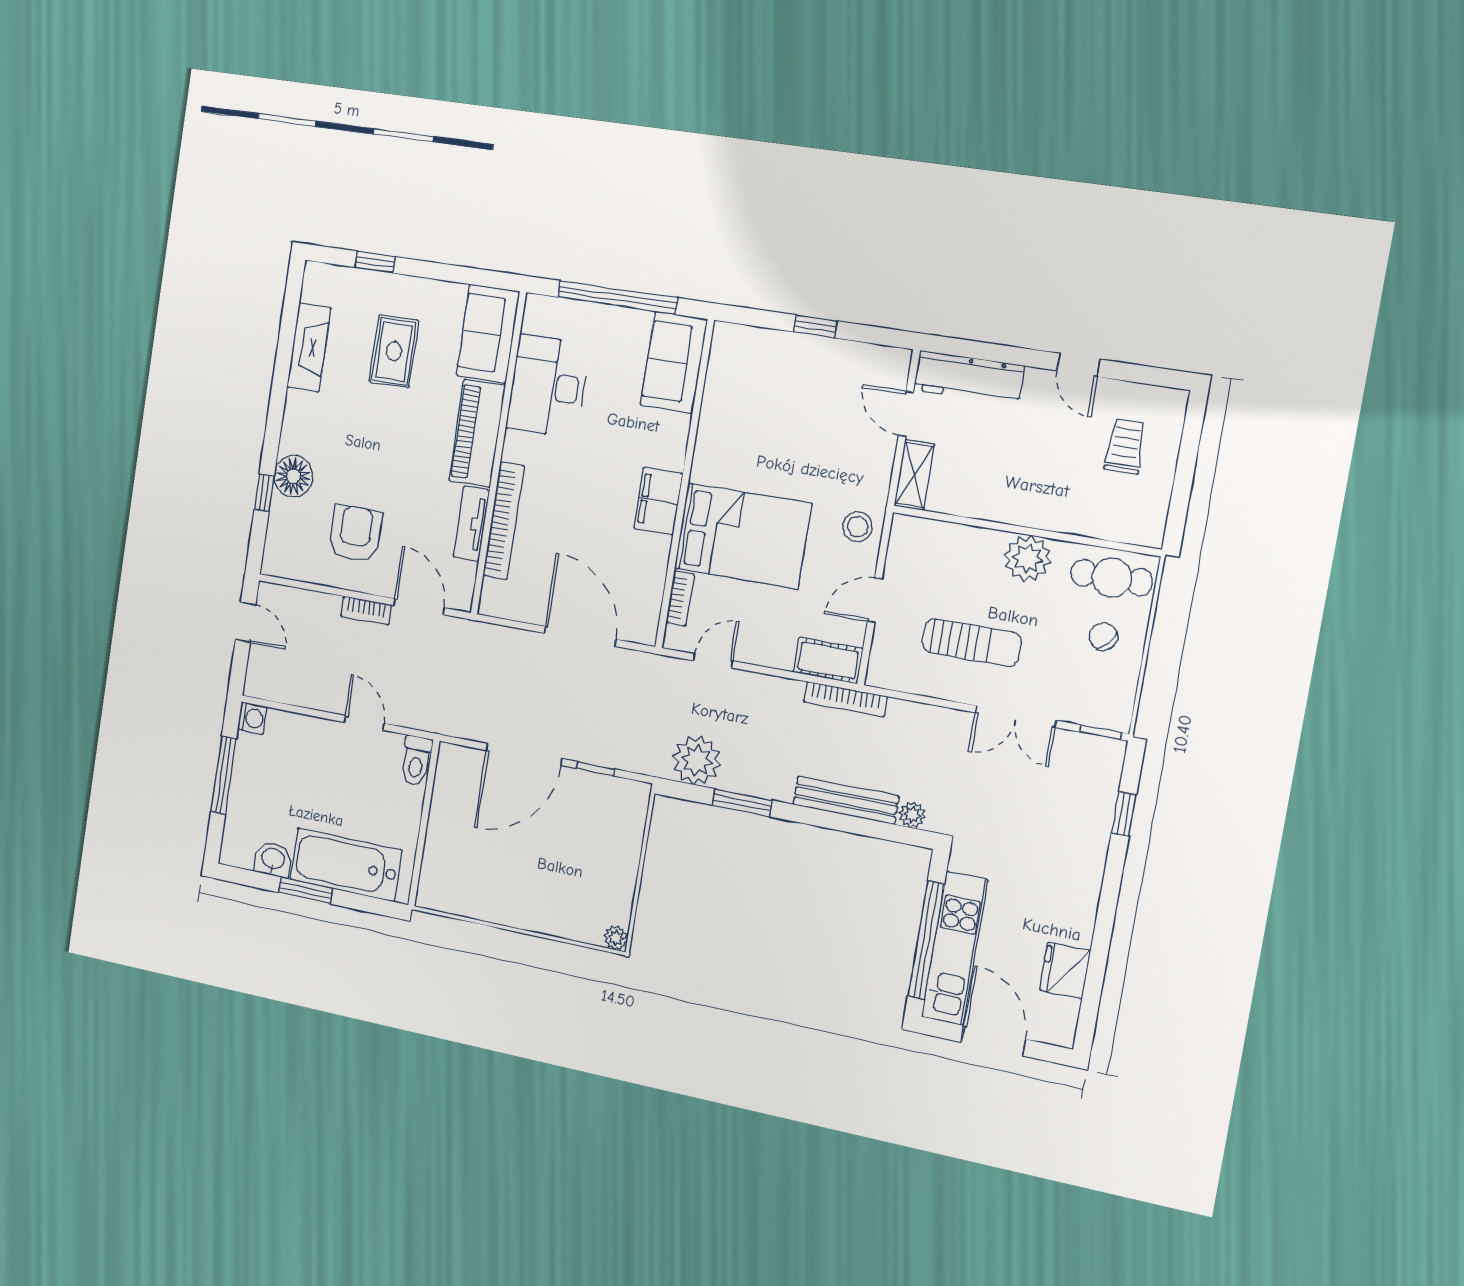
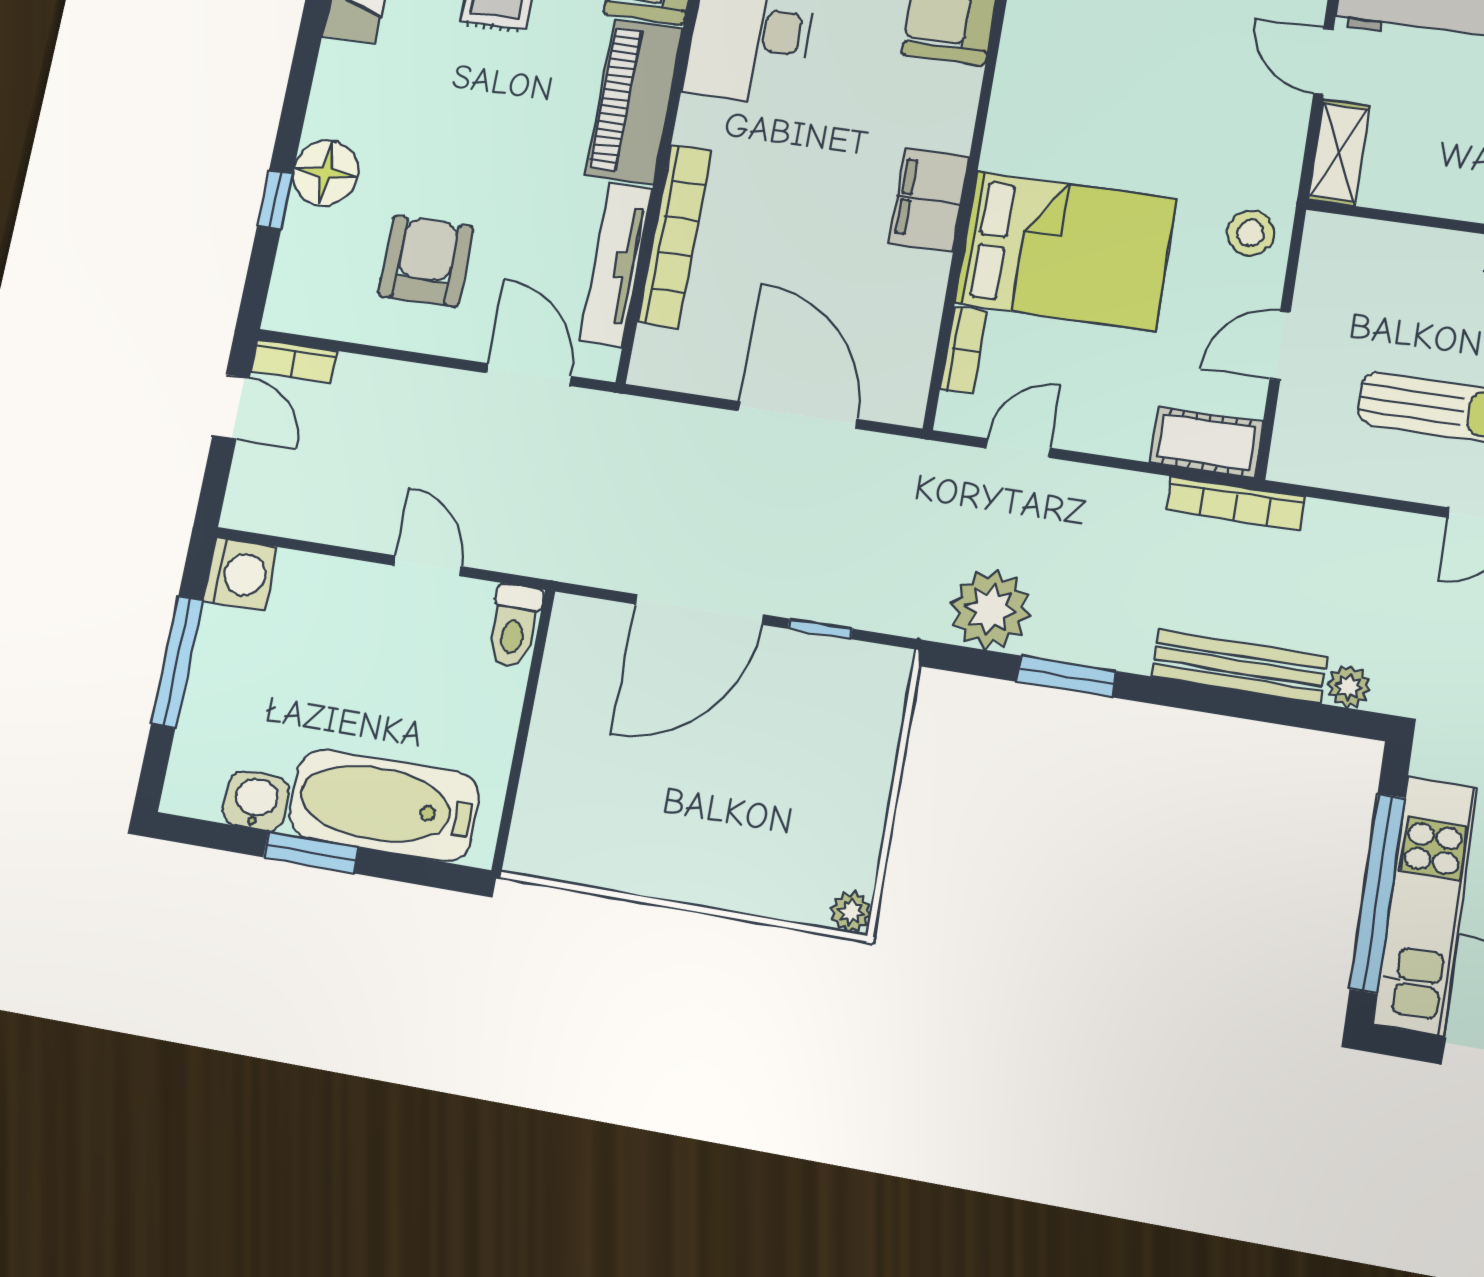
tv unit: (471, 523) -> (616, 264), width x1.41
bookcase: (366, 611) -> (294, 361), moved
washing machine: (252, 718) -> (240, 574), width x1.38, depth x1.38

